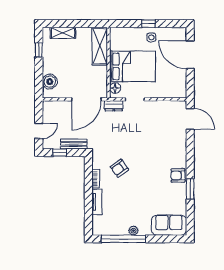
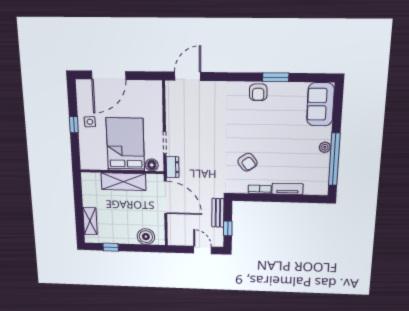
shelving: (100, 46) -> (124, 182), moved

